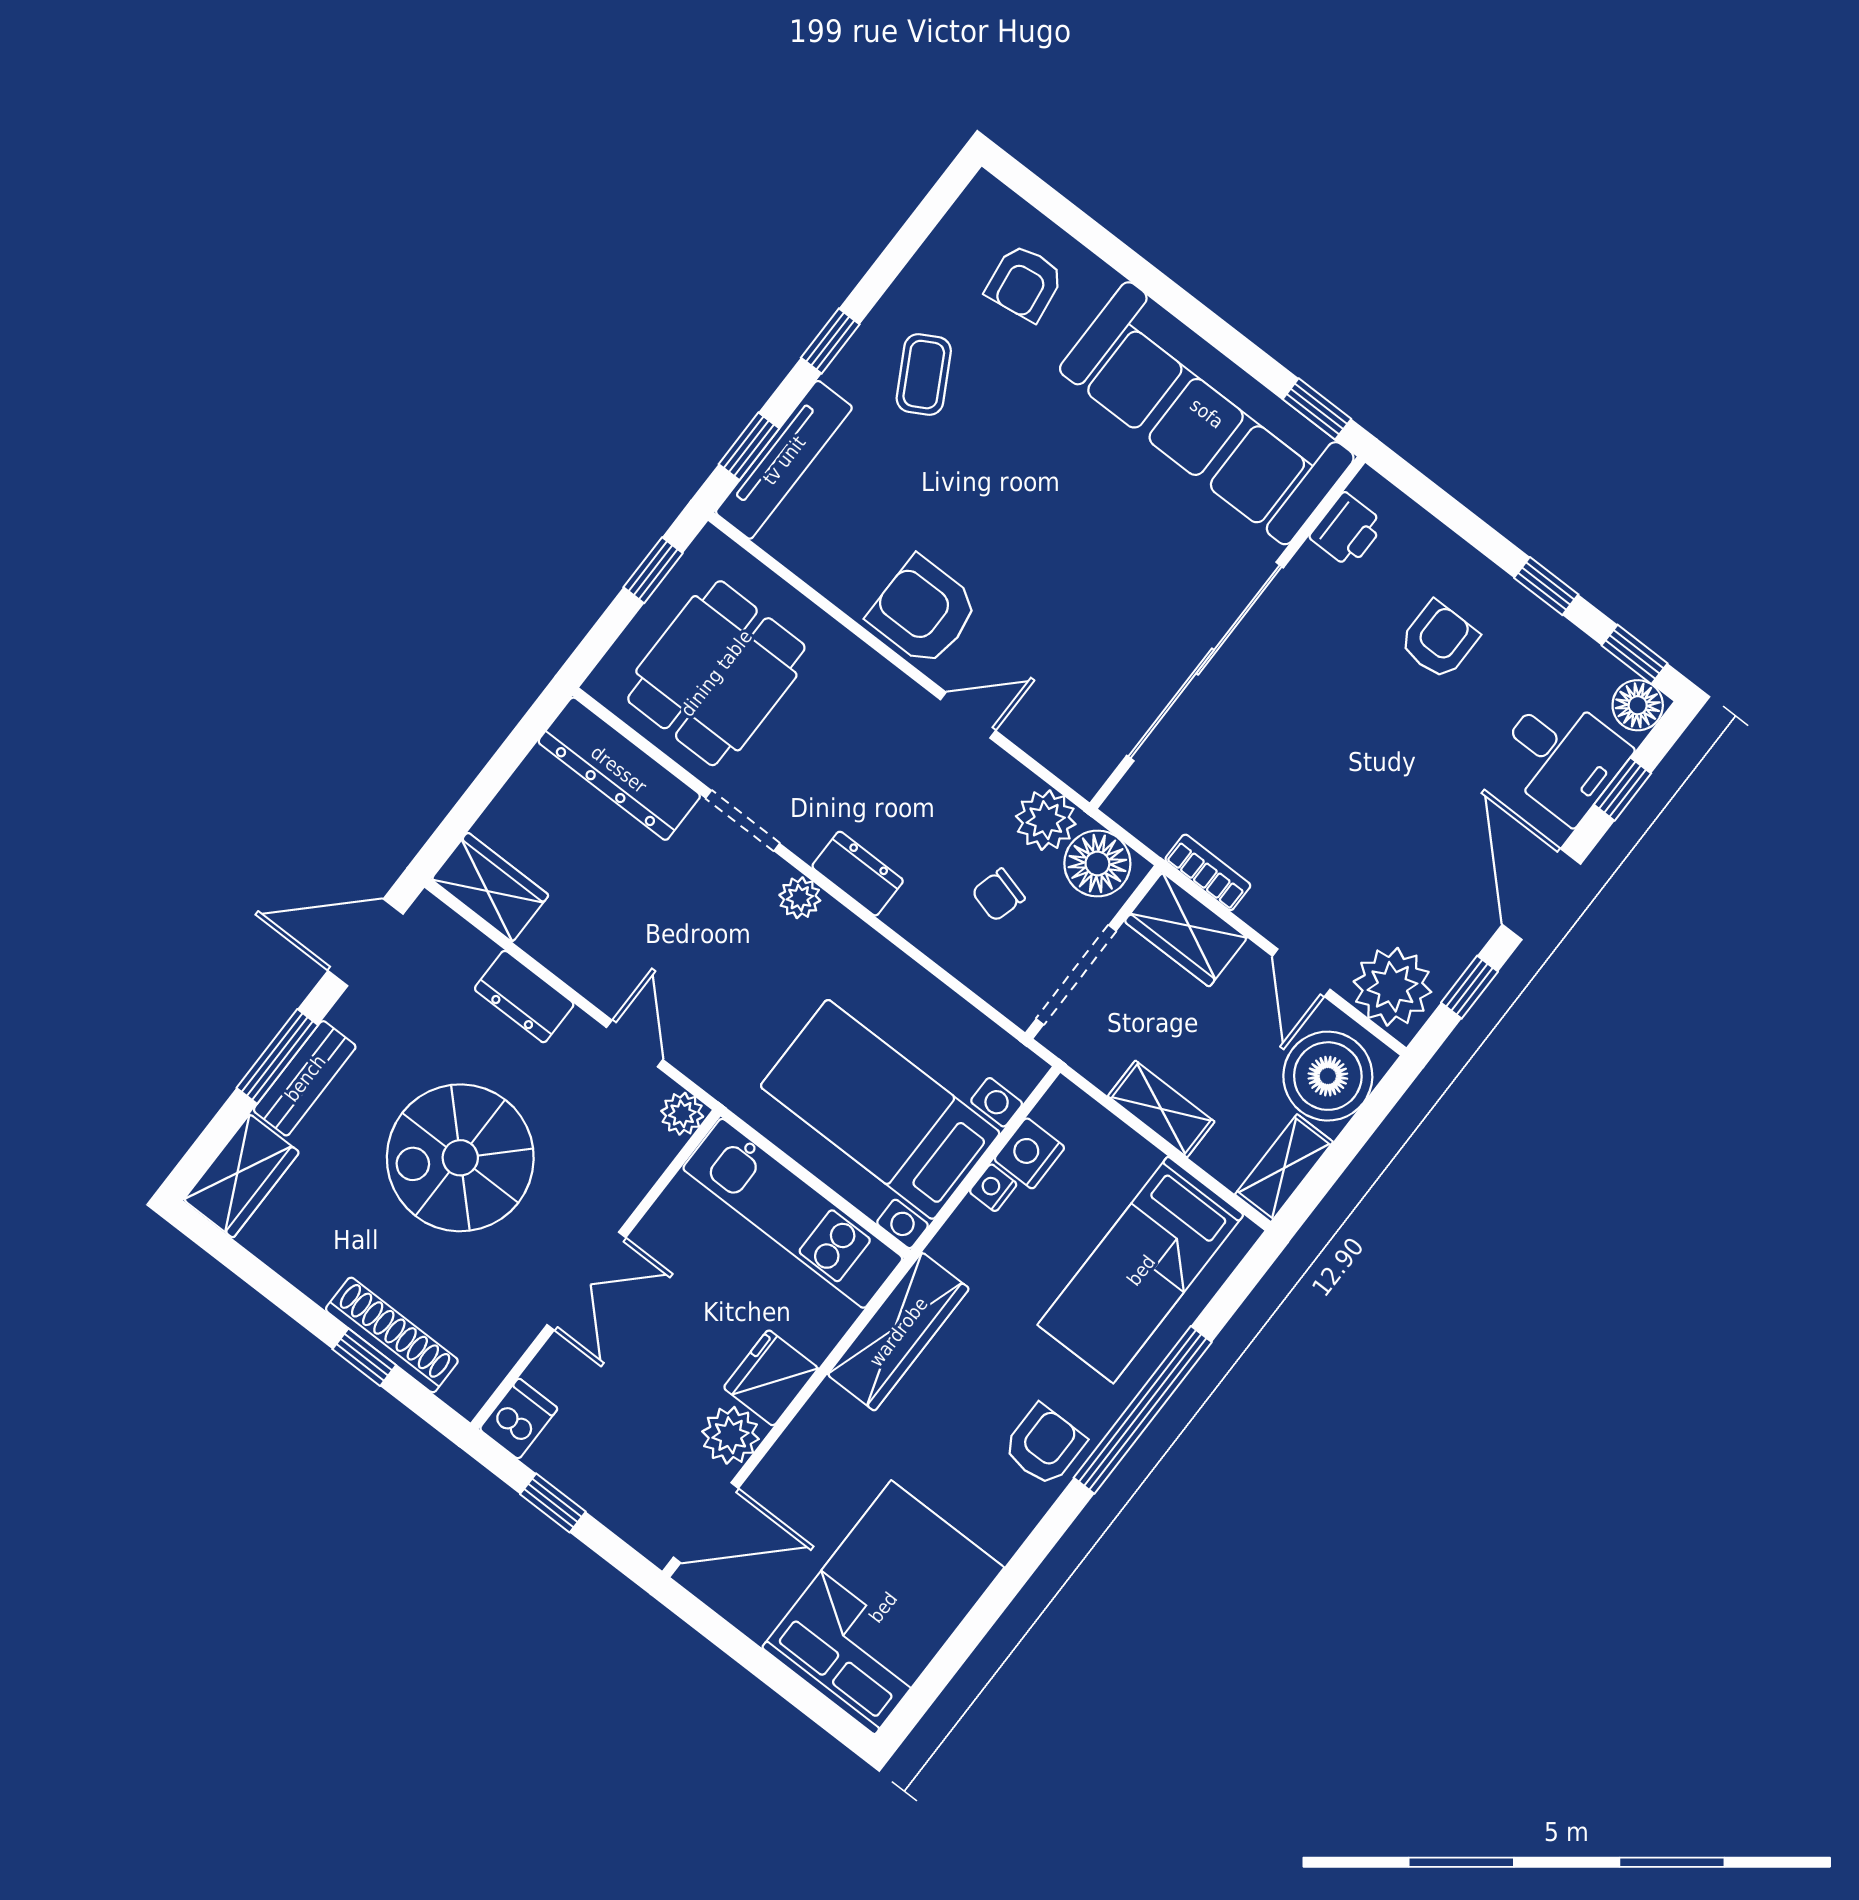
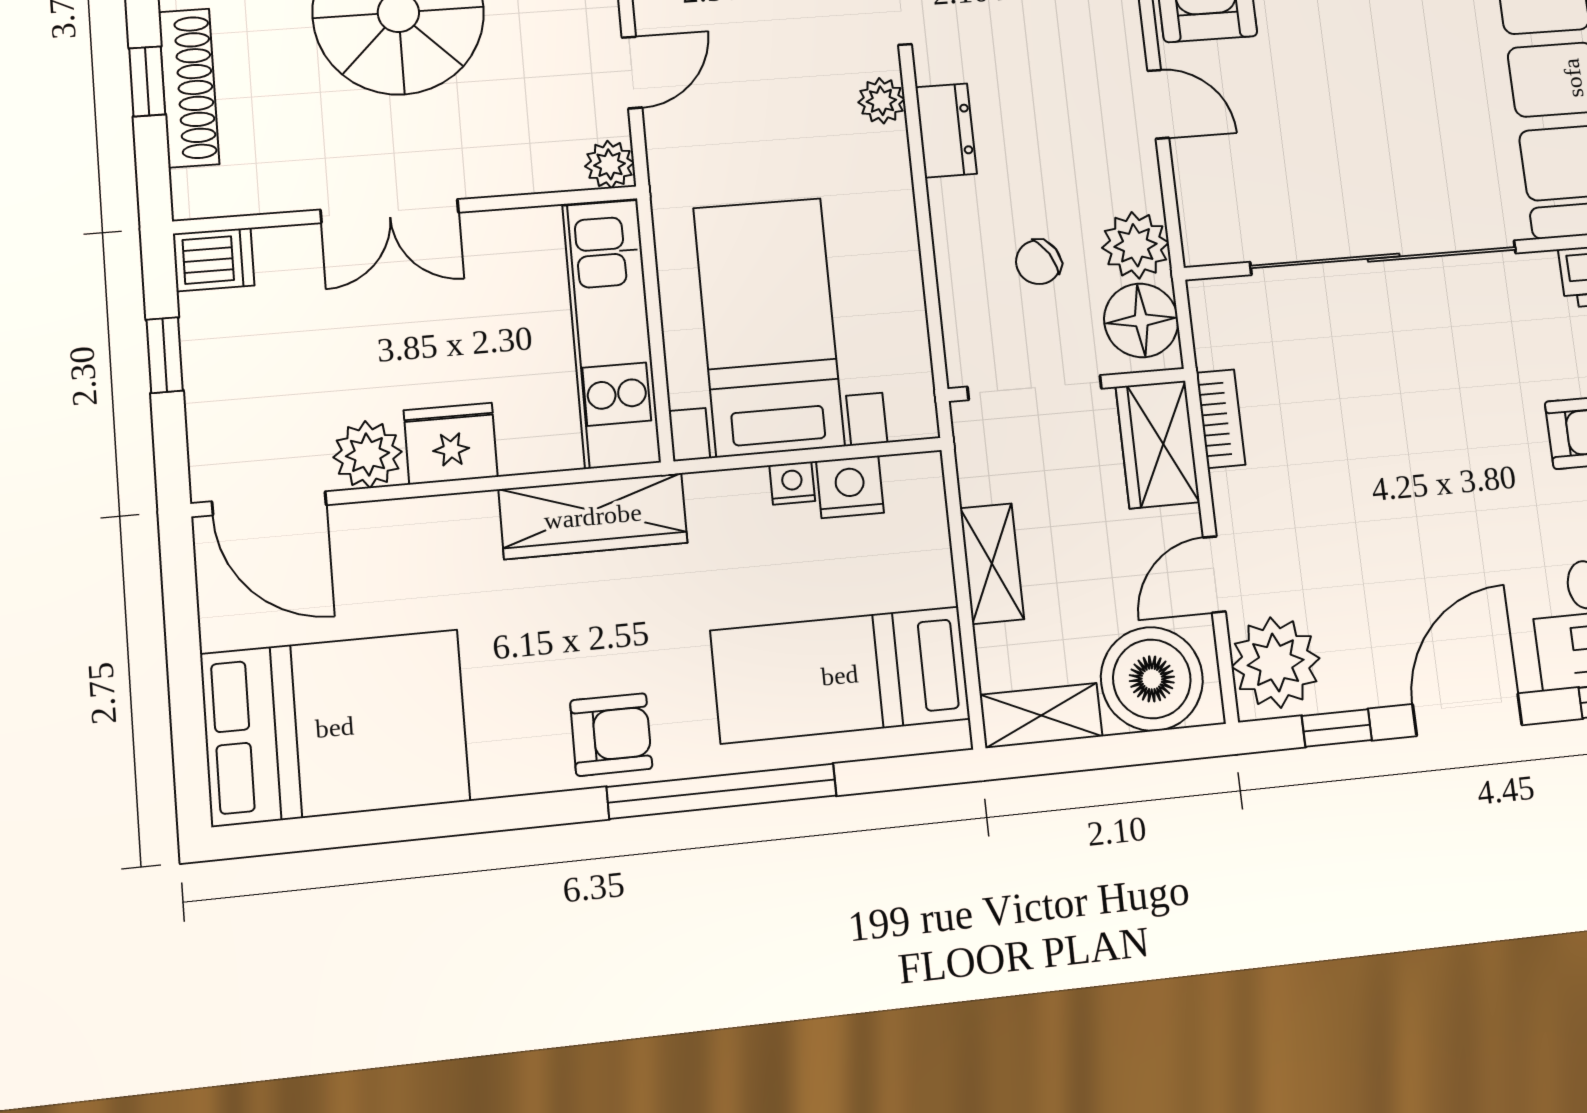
chair: (998, 895) -> (1038, 262), turned -47

